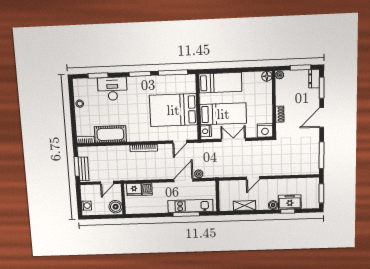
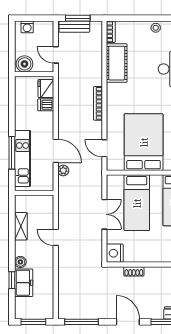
nightstand: (206, 131) -> (116, 181), removed

